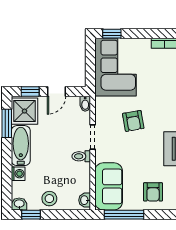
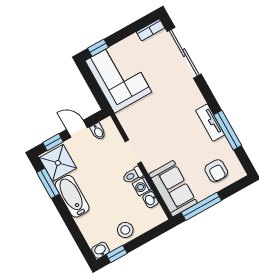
door: (57, 91) -> (77, 129), swing flipped
bidet: (85, 104) -> (98, 132), moved
armchair: (133, 121) -> (162, 116), removed
washing machine: (18, 174) -> (142, 186), moved, turned 180
washbasin: (85, 200) -> (150, 200), moved

